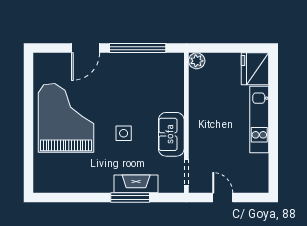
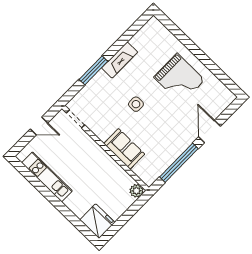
grand piano: (66, 118) -> (179, 79), width x0.73, depth x0.68
kitchen unit: (259, 119) -> (47, 177), moved
sofa: (171, 134) -> (124, 149), moved
fireplace: (136, 184) -> (120, 60), moved

